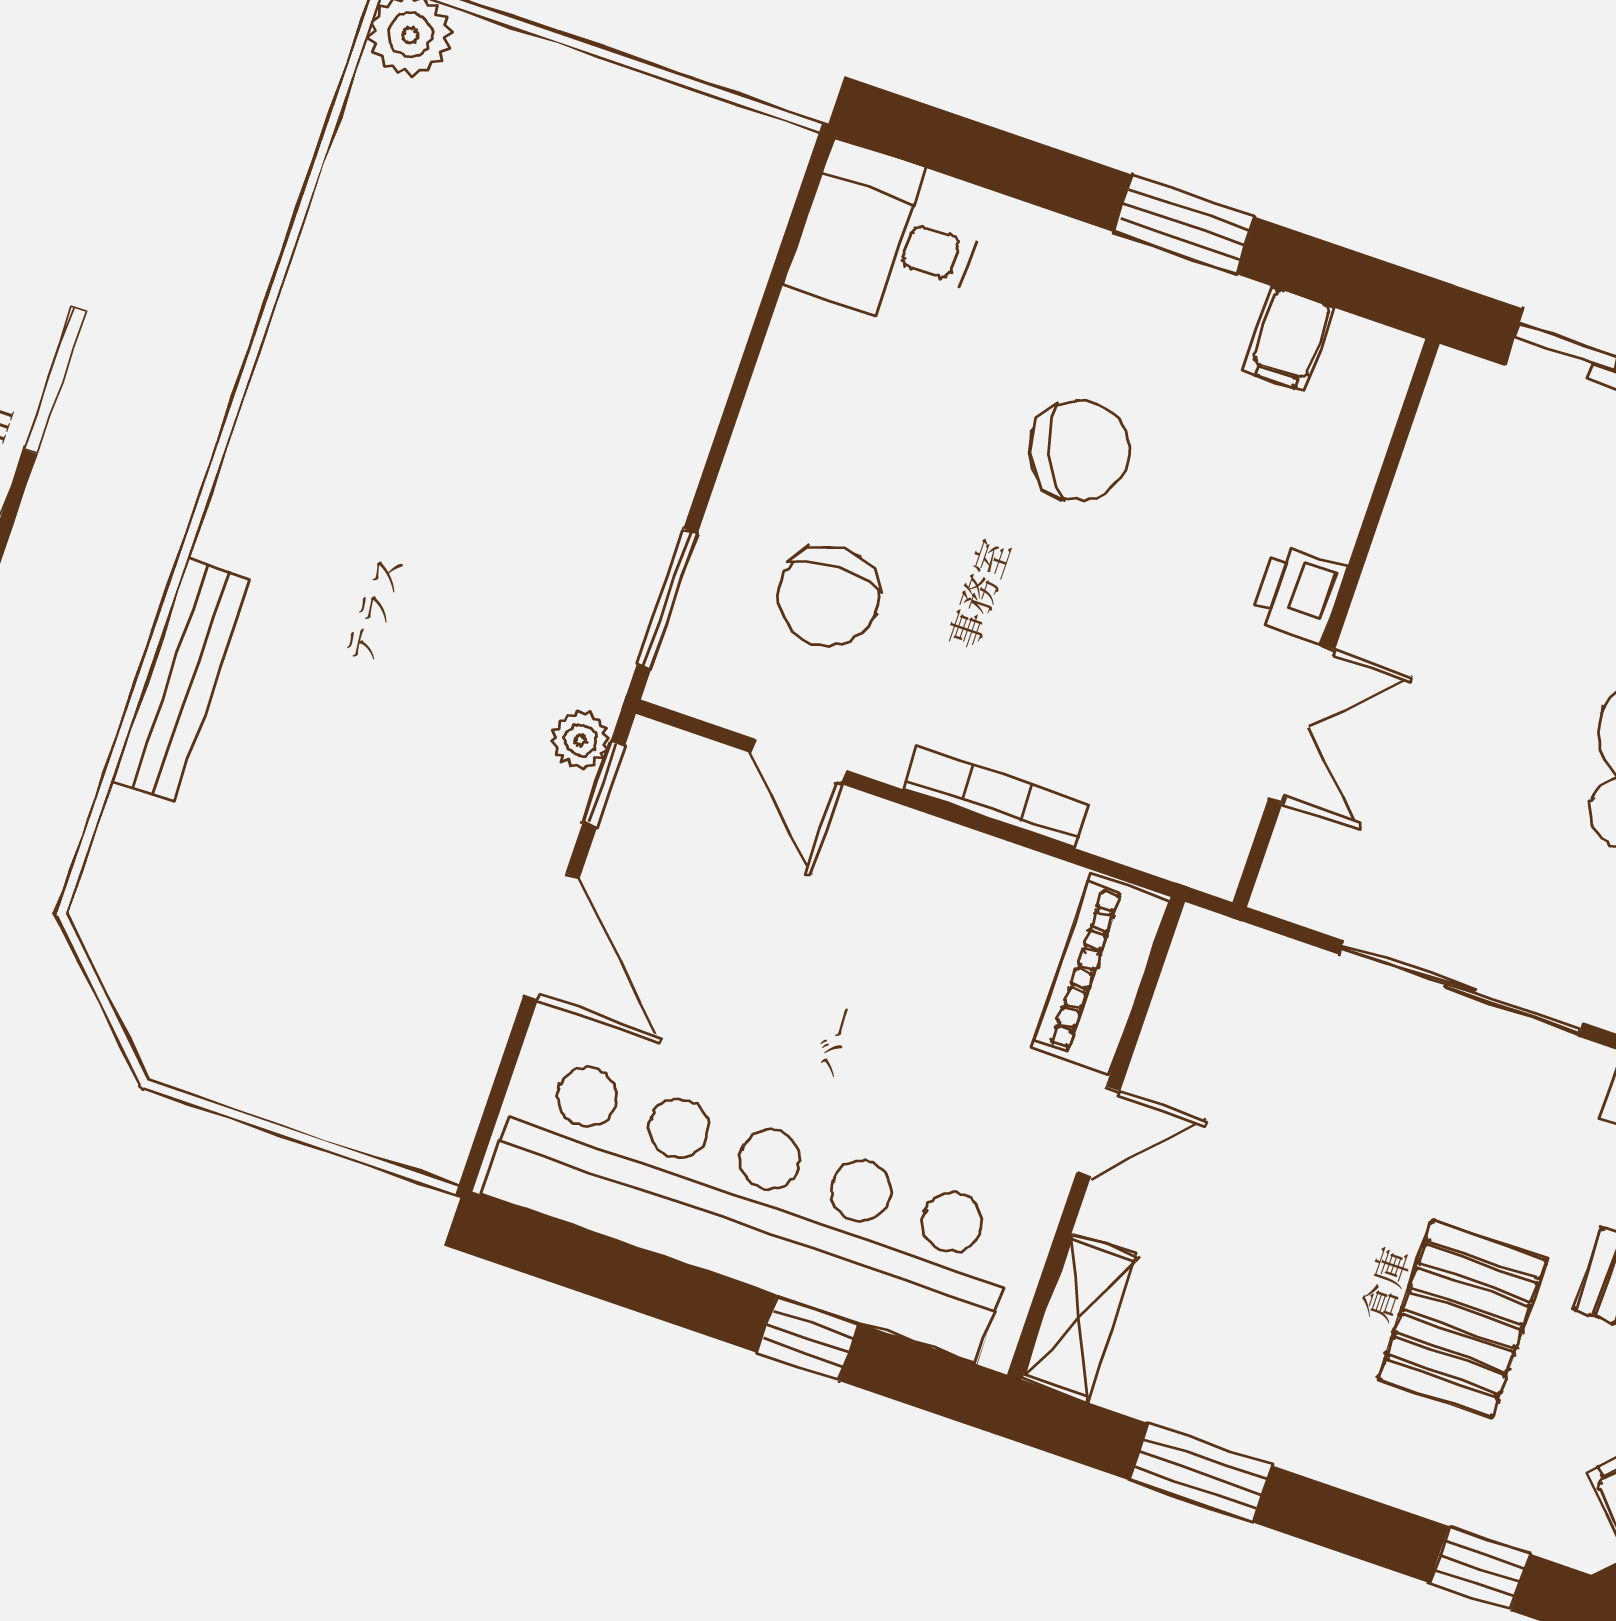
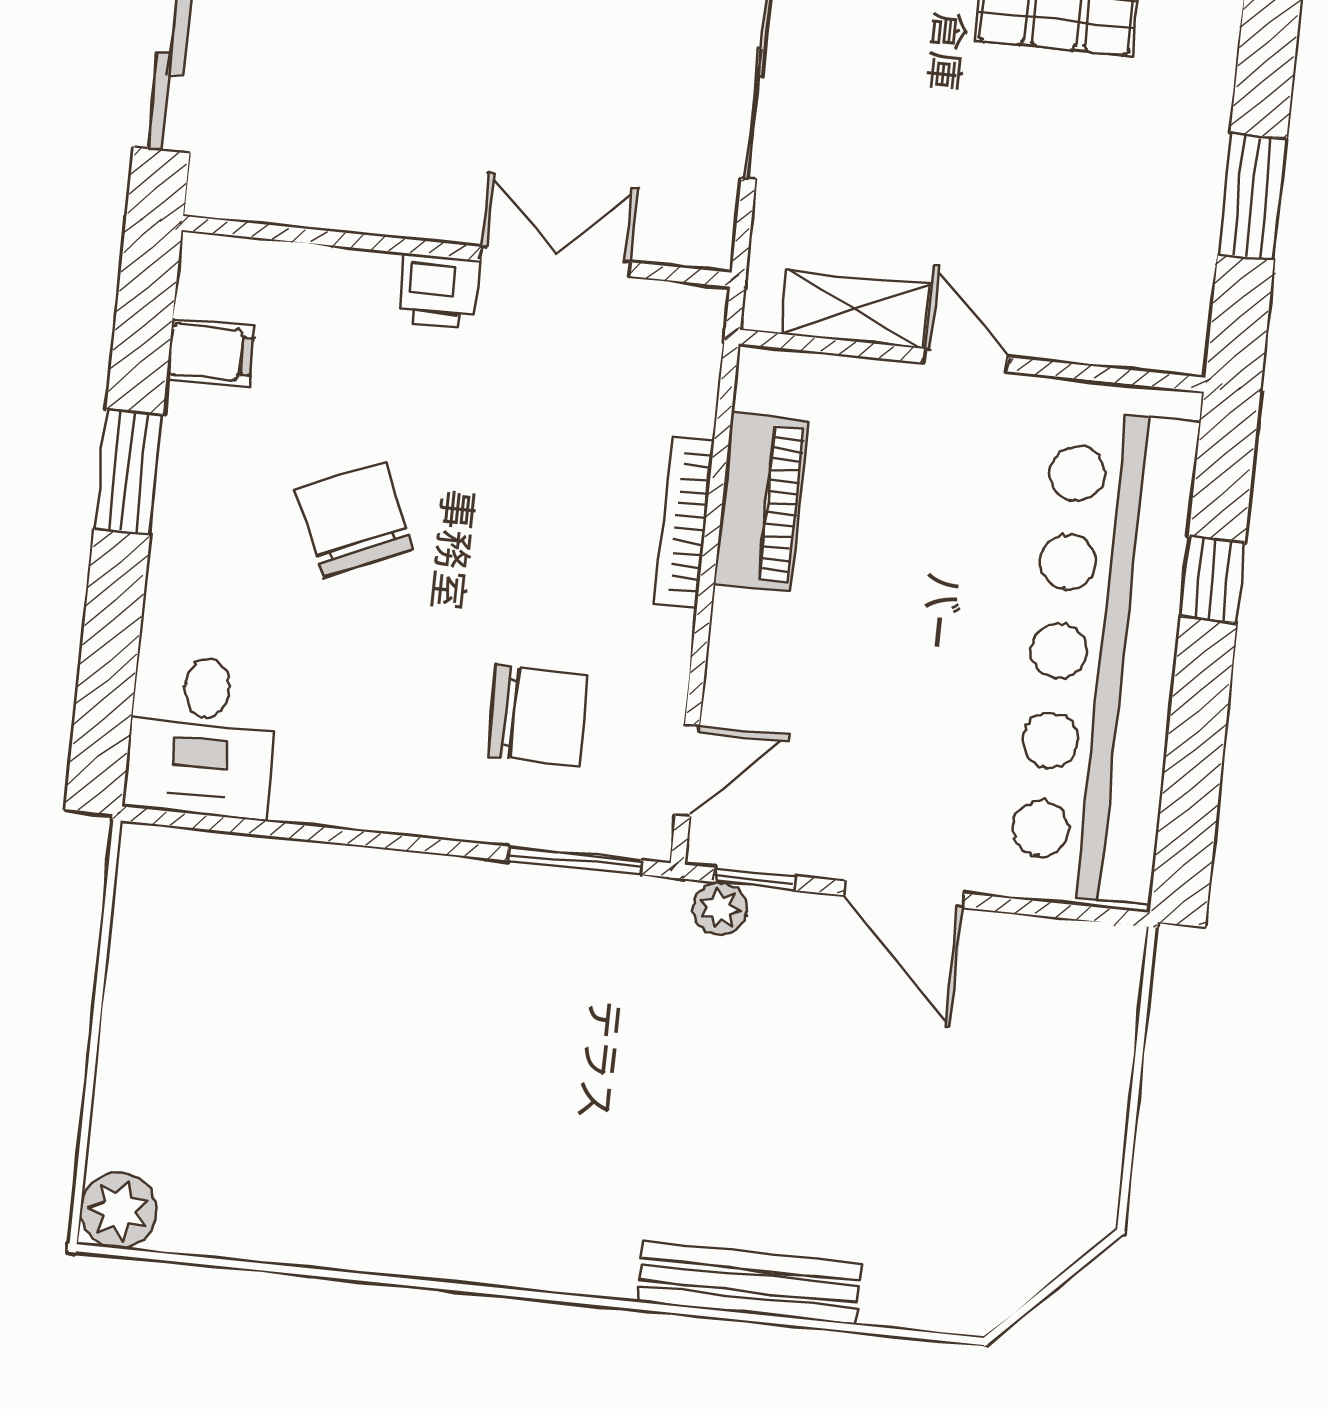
door: (799, 762) -> (687, 770), moved
door: (551, 937) -> (904, 894), swing flipped
piano: (1100, 974) -> (761, 502), moved, turned -90
shelving: (1079, 1318) -> (855, 309), moved

